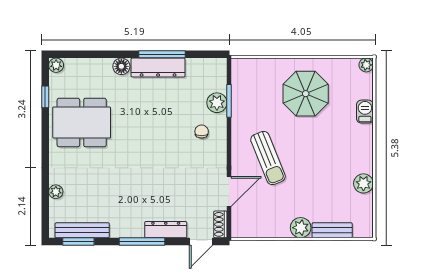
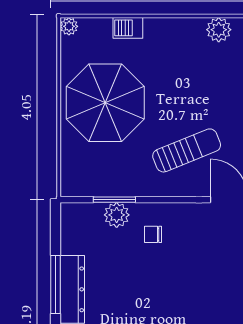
parasol: (306, 94) -> (105, 103), width x1.36, depth x1.36

